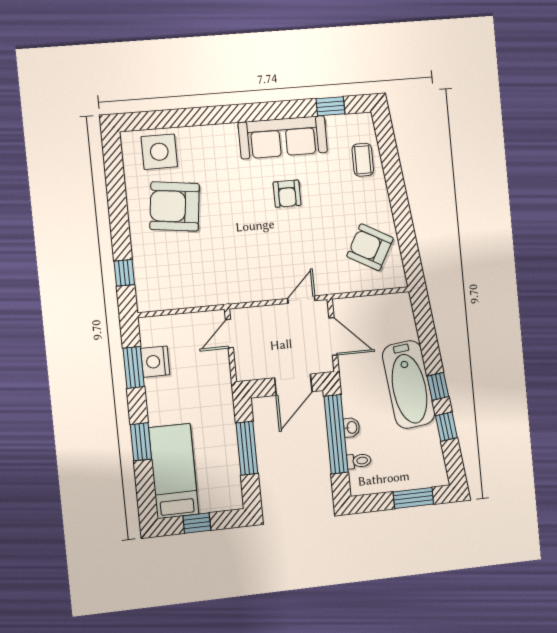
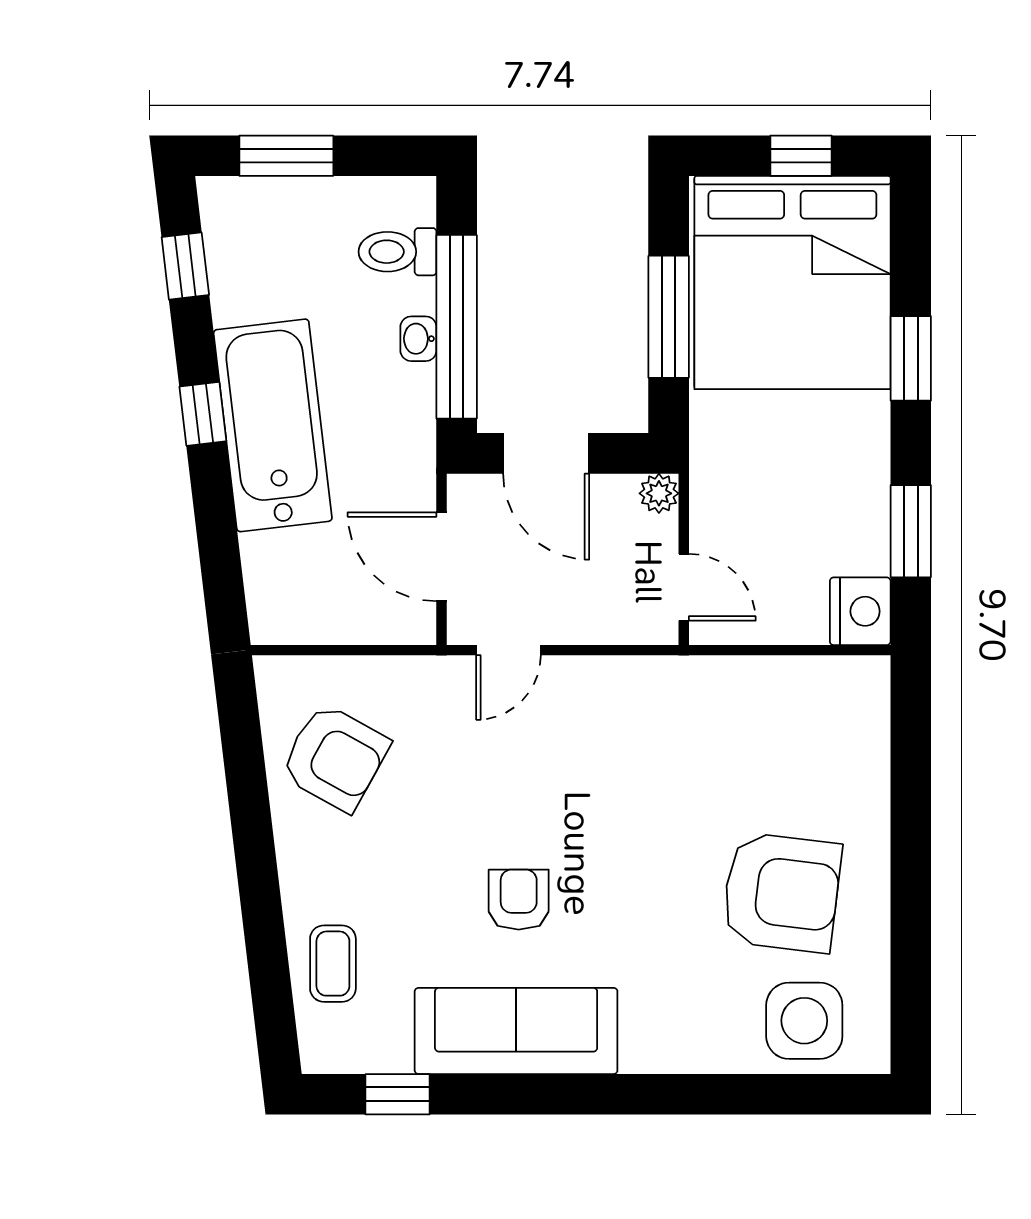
window: (124, 273) -> (911, 750), removed
door: (229, 334) -> (684, 587), hinge flipped
nightstand: (155, 362) -> (860, 611), moved
plant: (244, 373) -> (659, 493), added
door: (293, 385) -> (546, 453), swing flipped
window: (446, 427) -> (185, 266), moved
toilet: (359, 461) -> (398, 252), width x1.37, depth x1.39
bed: (174, 471) -> (792, 283), width x2.04

